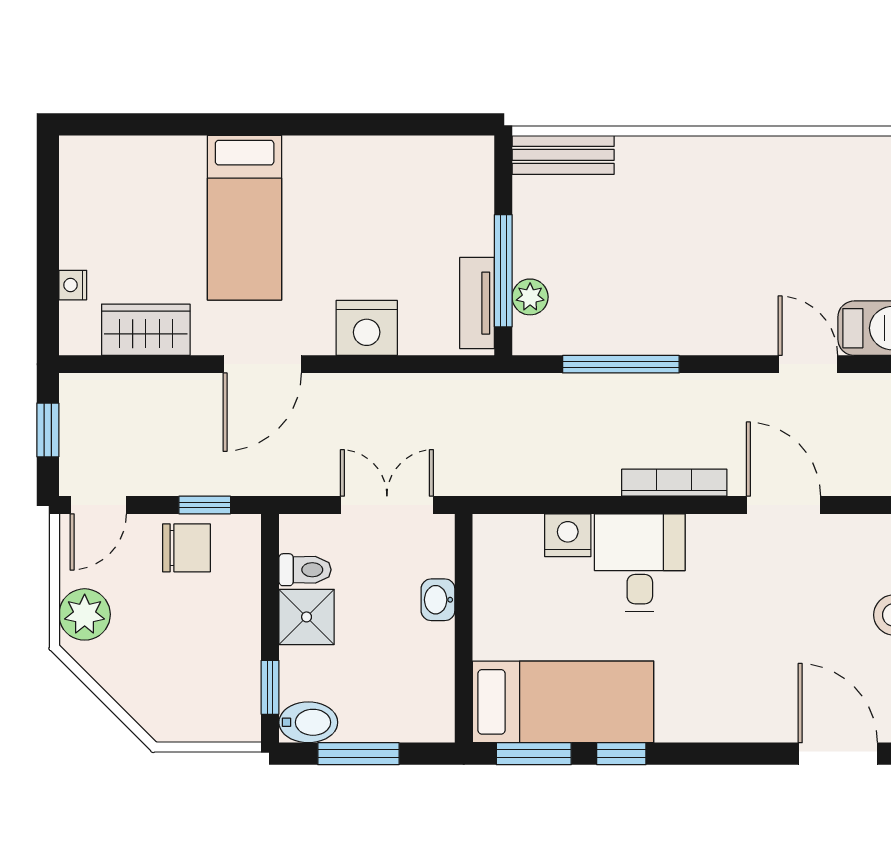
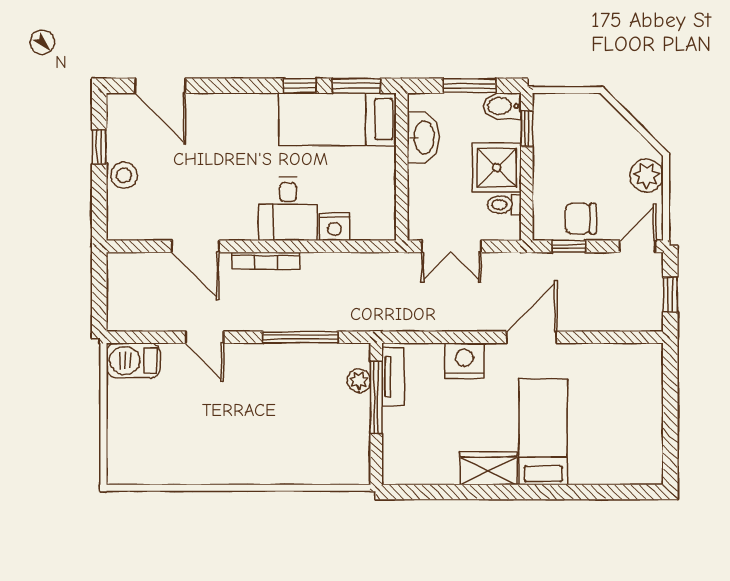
bench: (563, 155) -> (338, 472), removed
nightstand: (73, 285) -> (654, 388), removed
wardrobe: (146, 330) -> (488, 468), moved, turned 180
door: (808, 364) -> (205, 337), moved
washbasin: (438, 600) -> (423, 137), moved, width x1.91, depth x1.45
shower: (307, 617) -> (497, 168), width x1.36, depth x1.36

